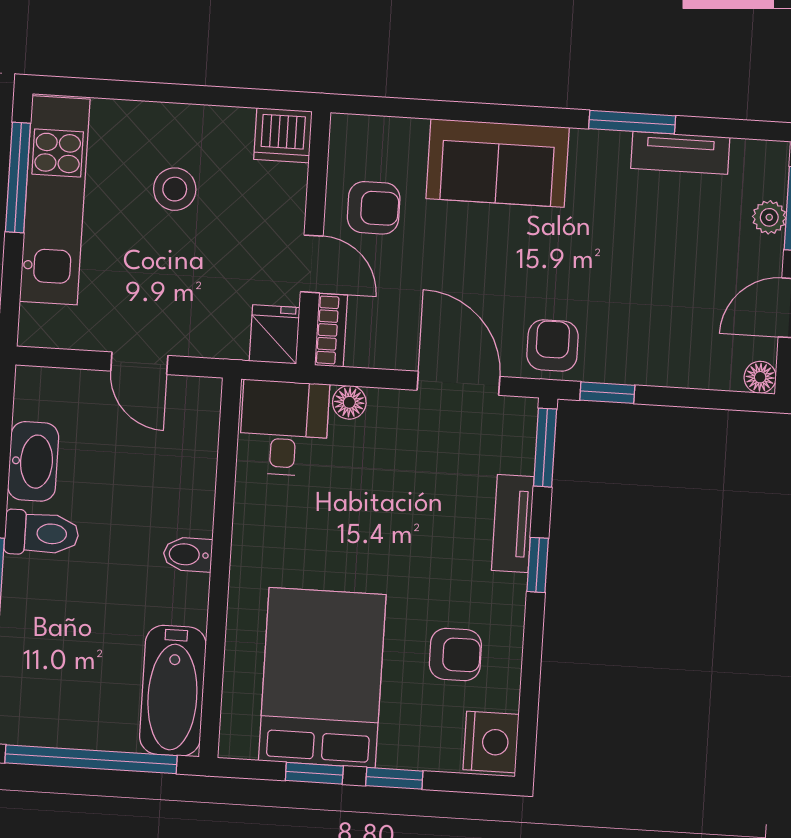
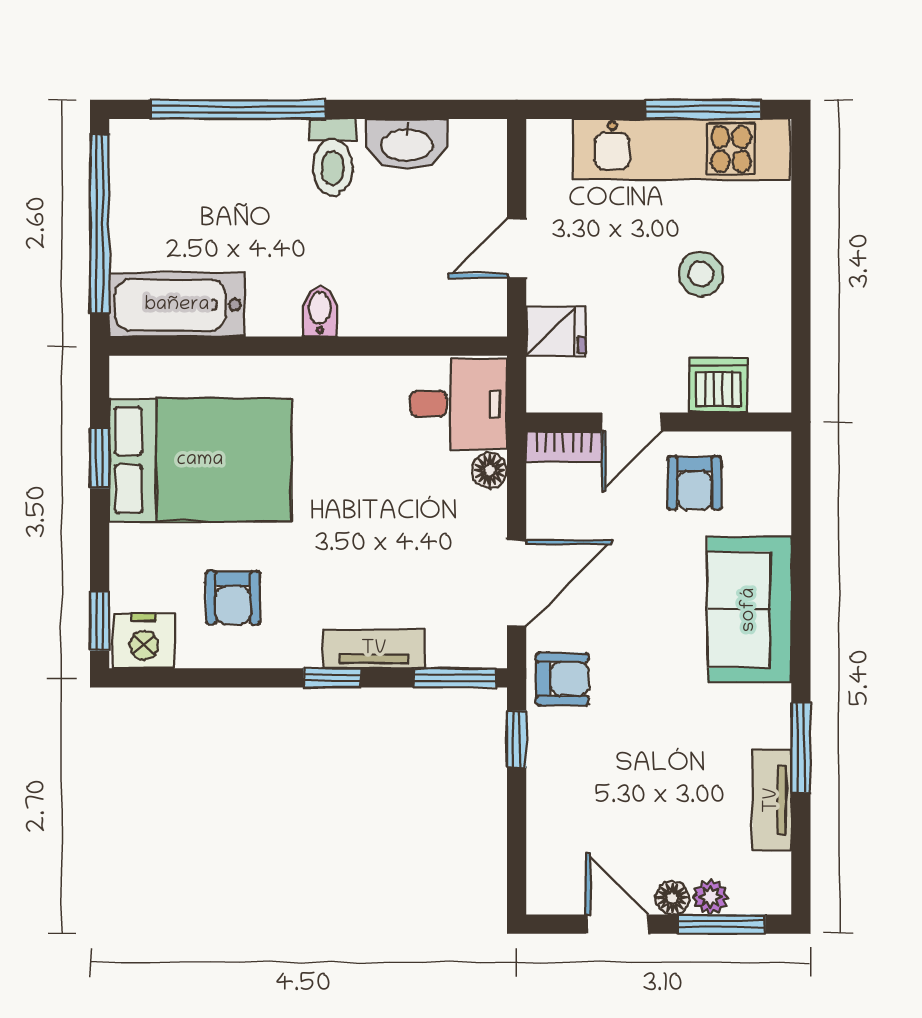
dishwasher: (283, 135) -> (718, 385), moved, turned 90
fridge: (275, 334) -> (556, 332), moved
floor lamp: (760, 377) -> (672, 898), moved
window: (394, 778) -> (100, 621), moved

